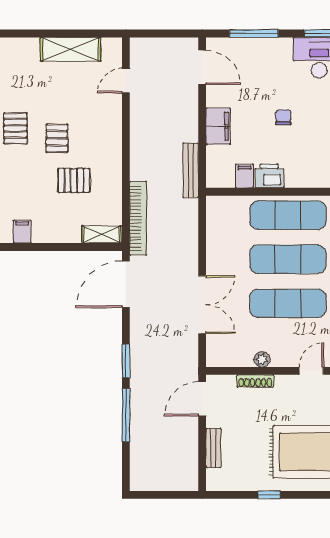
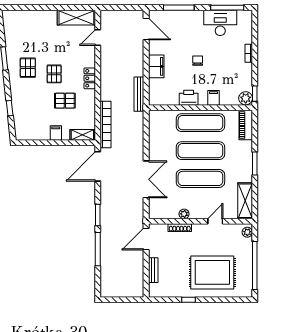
shelving: (71, 49) -> (76, 18), moved
locker: (113, 145) -> (90, 78), added
filing cabinet: (244, 176) -> (214, 98), moved
filing cabinet: (22, 232) -> (56, 133), moved

